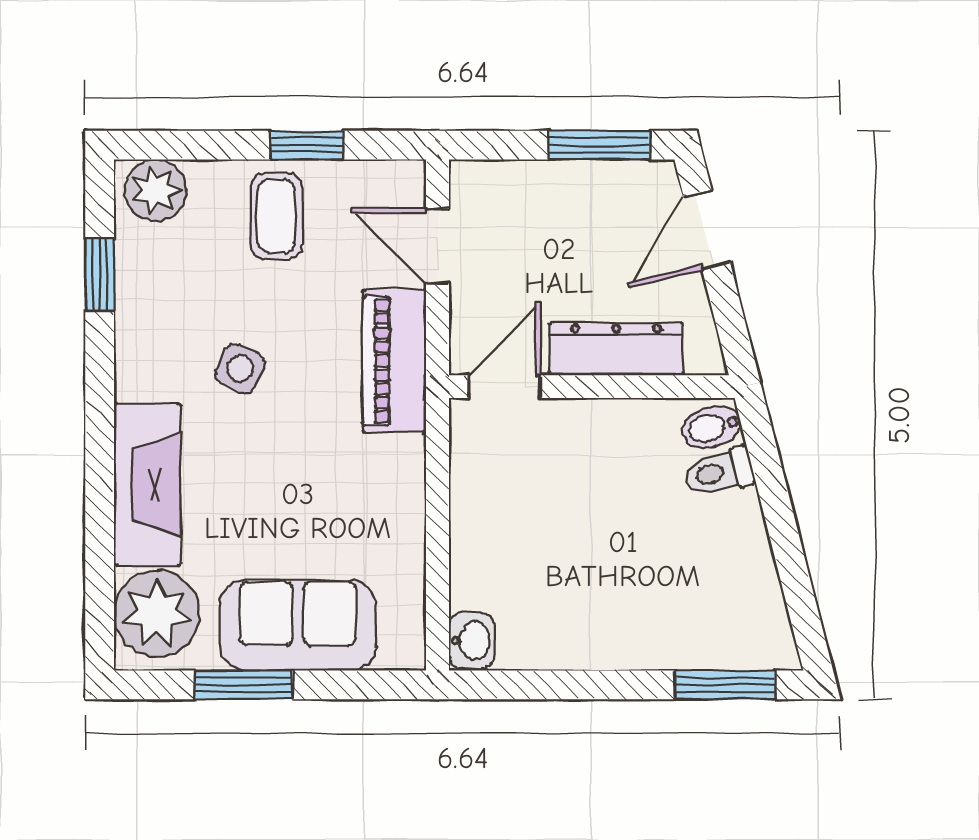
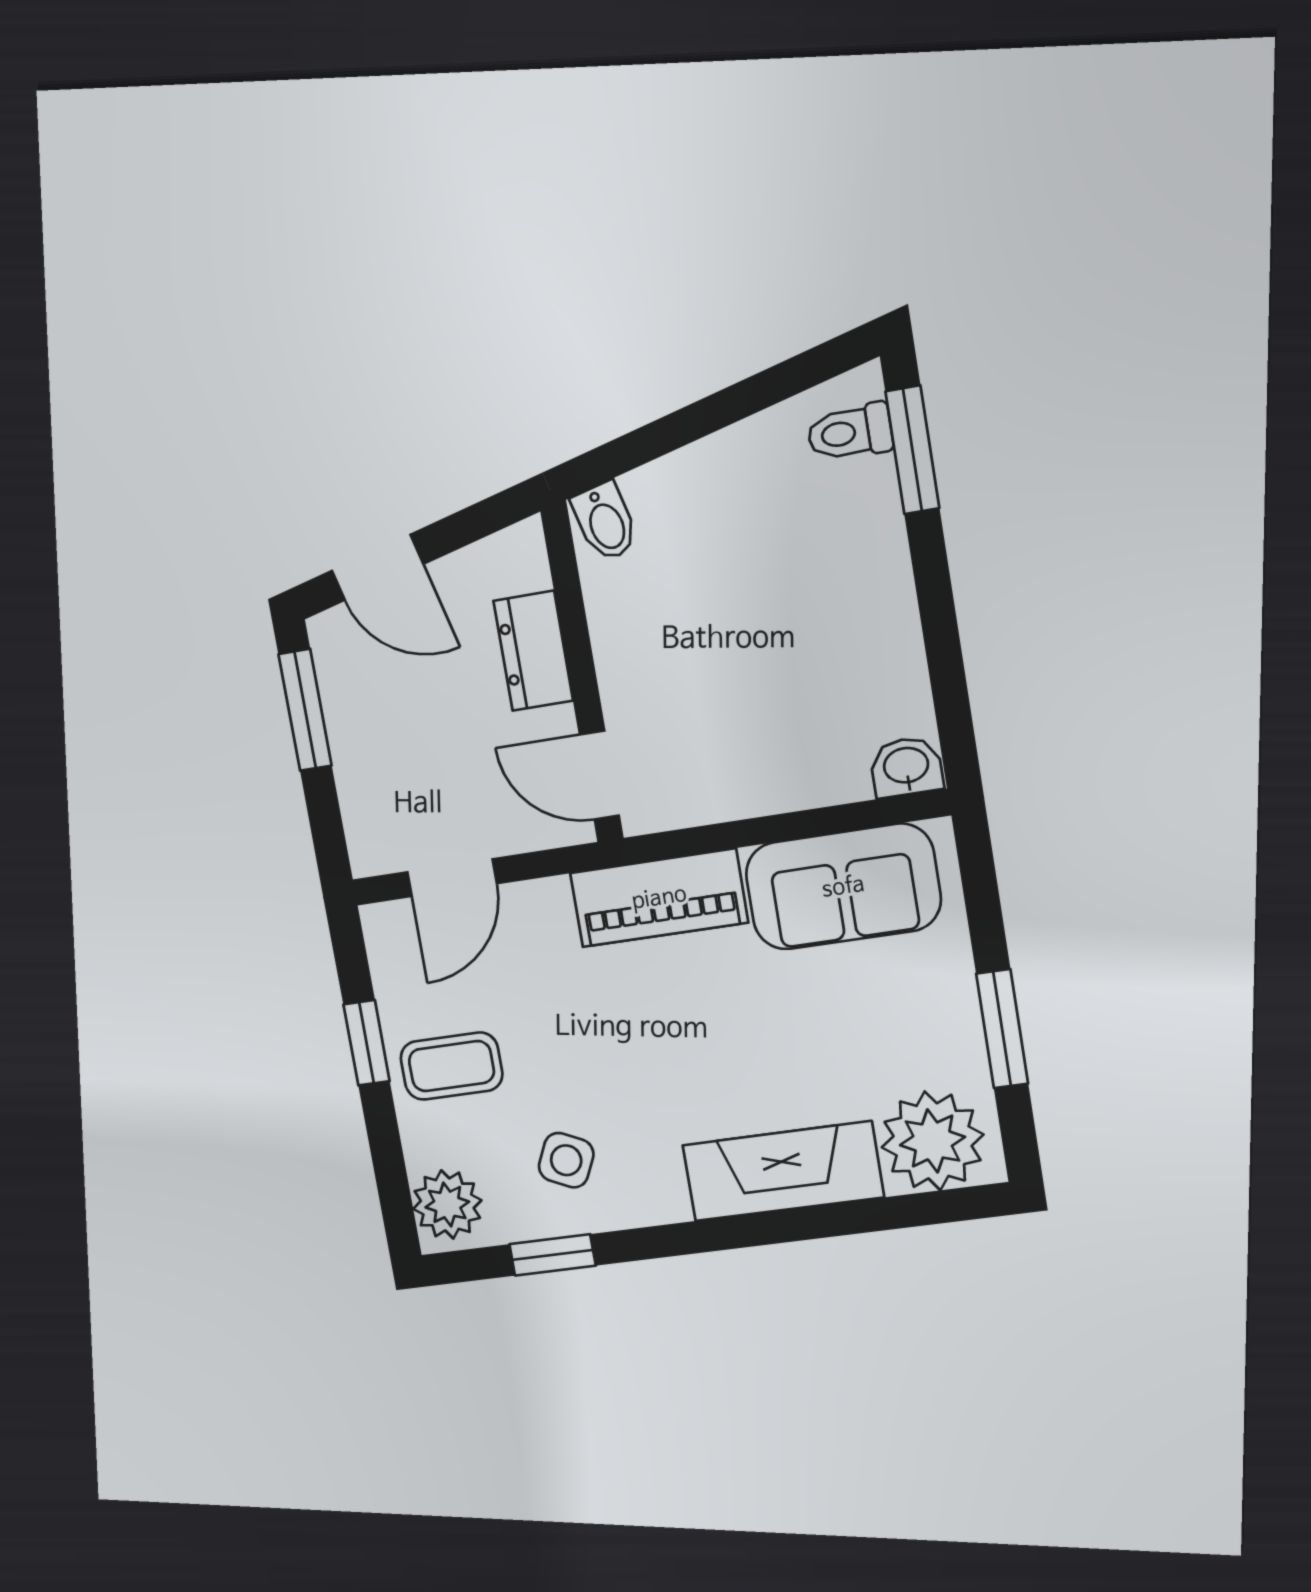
dresser: (616, 349) -> (533, 651), width x0.70
piano: (394, 361) -> (659, 898), moved
side table: (240, 369) -> (566, 1160), moved
toilet: (719, 472) -> (850, 432), moved, turned 104
sofa: (298, 625) -> (843, 887), moved, turned -90

